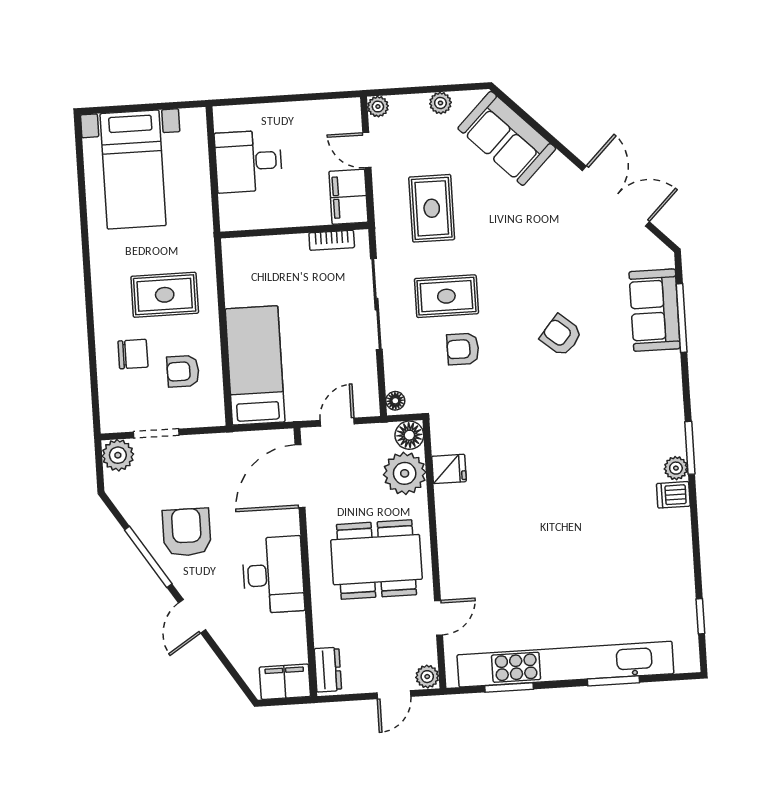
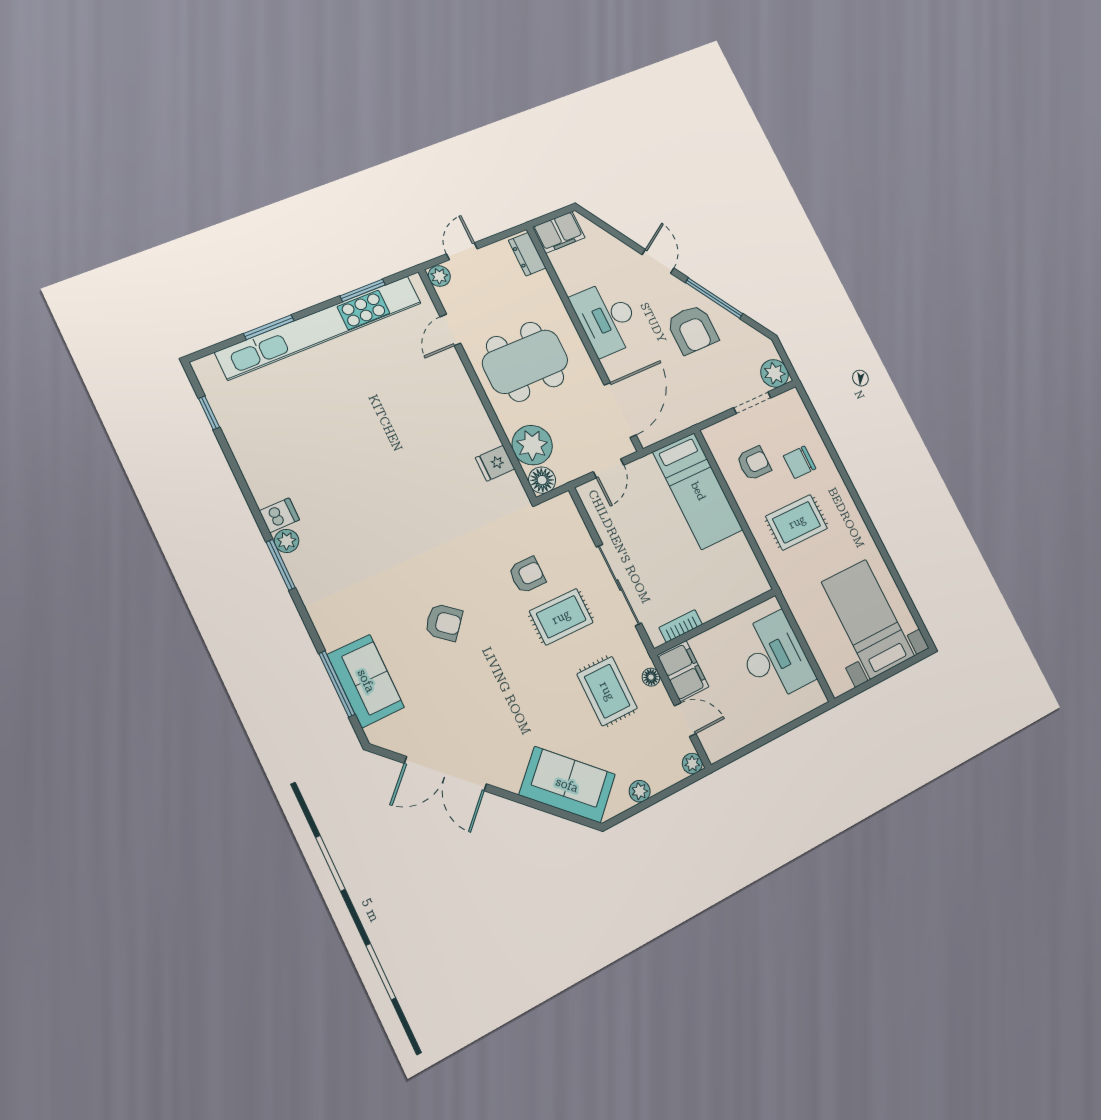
desk: (248, 161) -> (774, 657), width x1.37
floor lamp: (395, 401) -> (651, 677), moved

